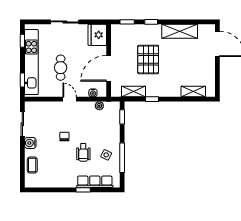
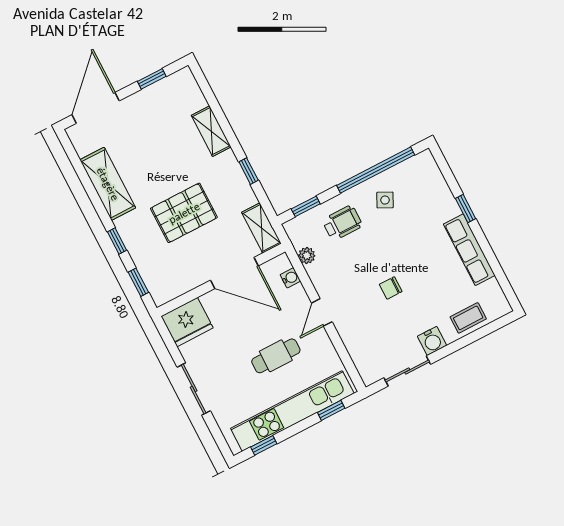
window: (217, 77) -> (152, 79), added
shelving: (133, 91) -> (261, 228), moved
shelving: (193, 91) -> (211, 131), moved
wheelchair: (83, 152) -> (342, 223), moved
window: (122, 158) -> (376, 170), width x1.46
row of seats: (95, 182) -> (469, 250), moved

